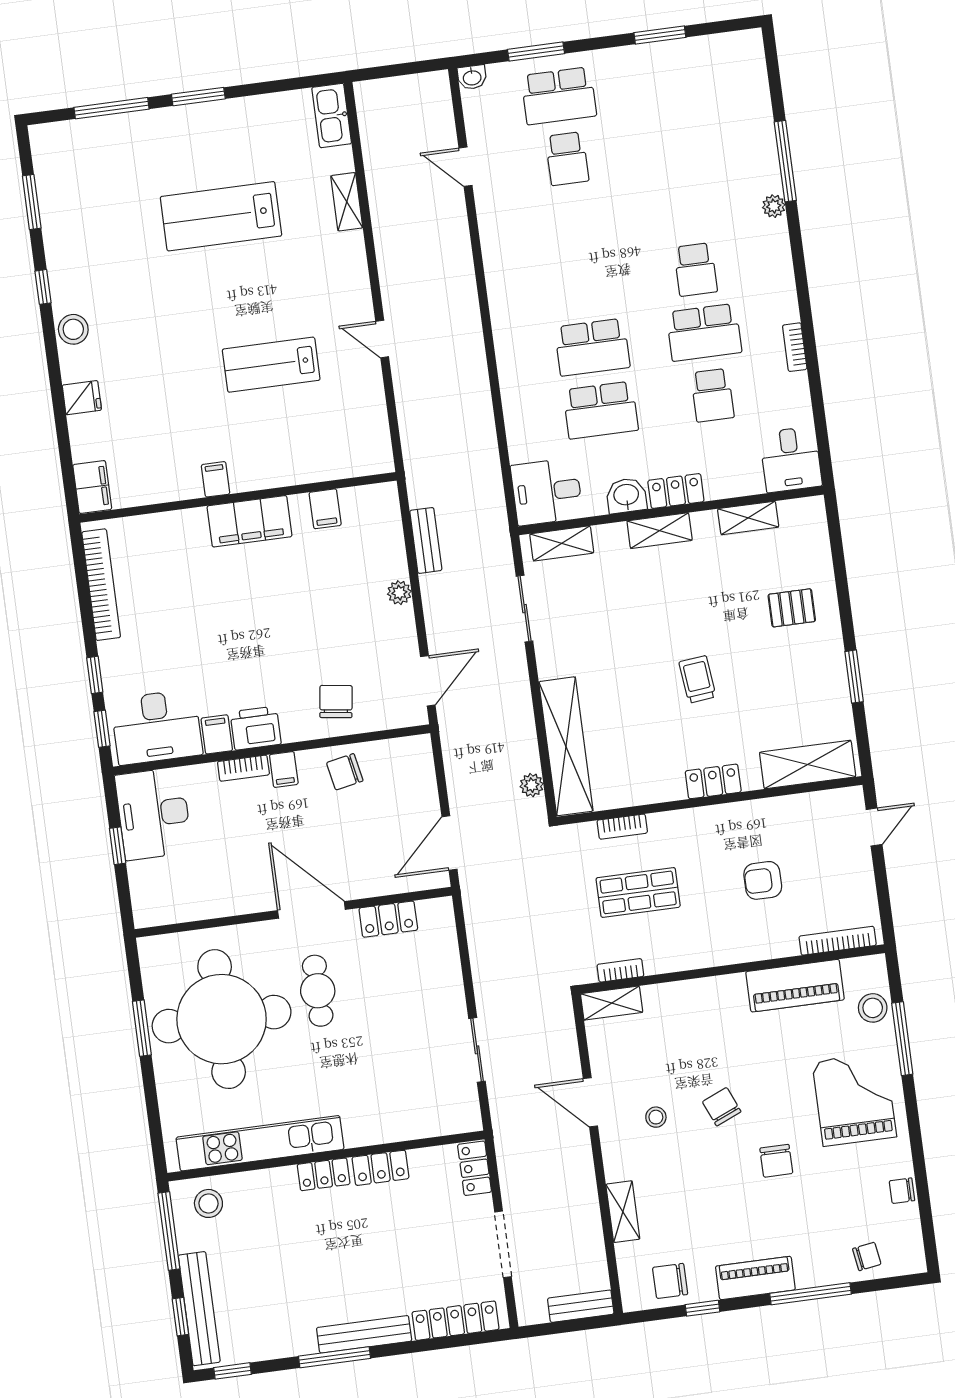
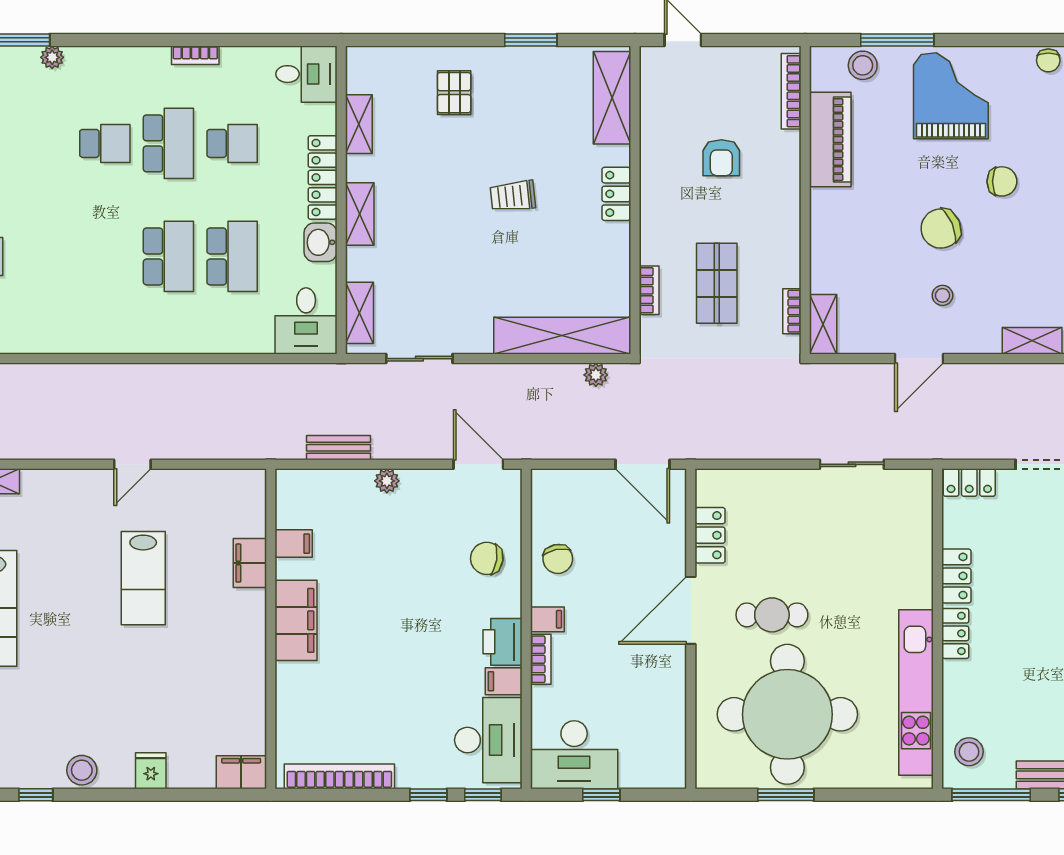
filing cabinet: (216, 479) -> (250, 563), moved, width x2.00
locker: (676, 491) -> (323, 177), width x1.53
grand piano: (854, 1099) -> (951, 96), turned 90
chair: (722, 1107) -> (941, 229), width x1.37, depth x1.37

